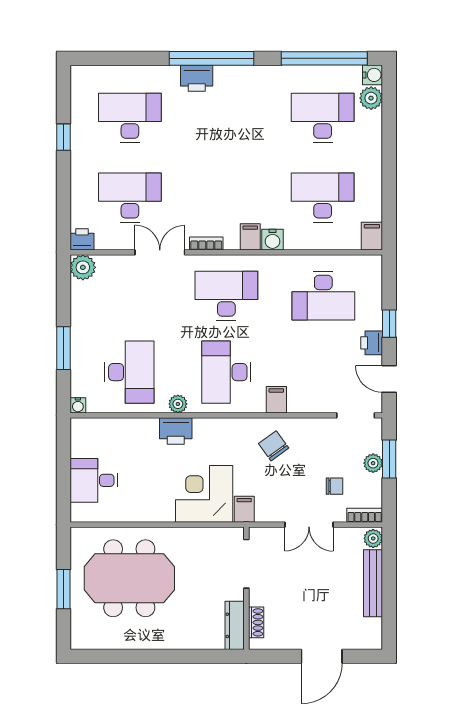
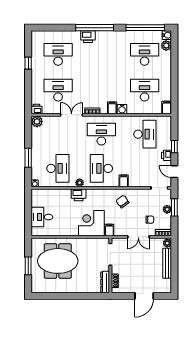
desk: (323, 296) -> (145, 134), turned -90

